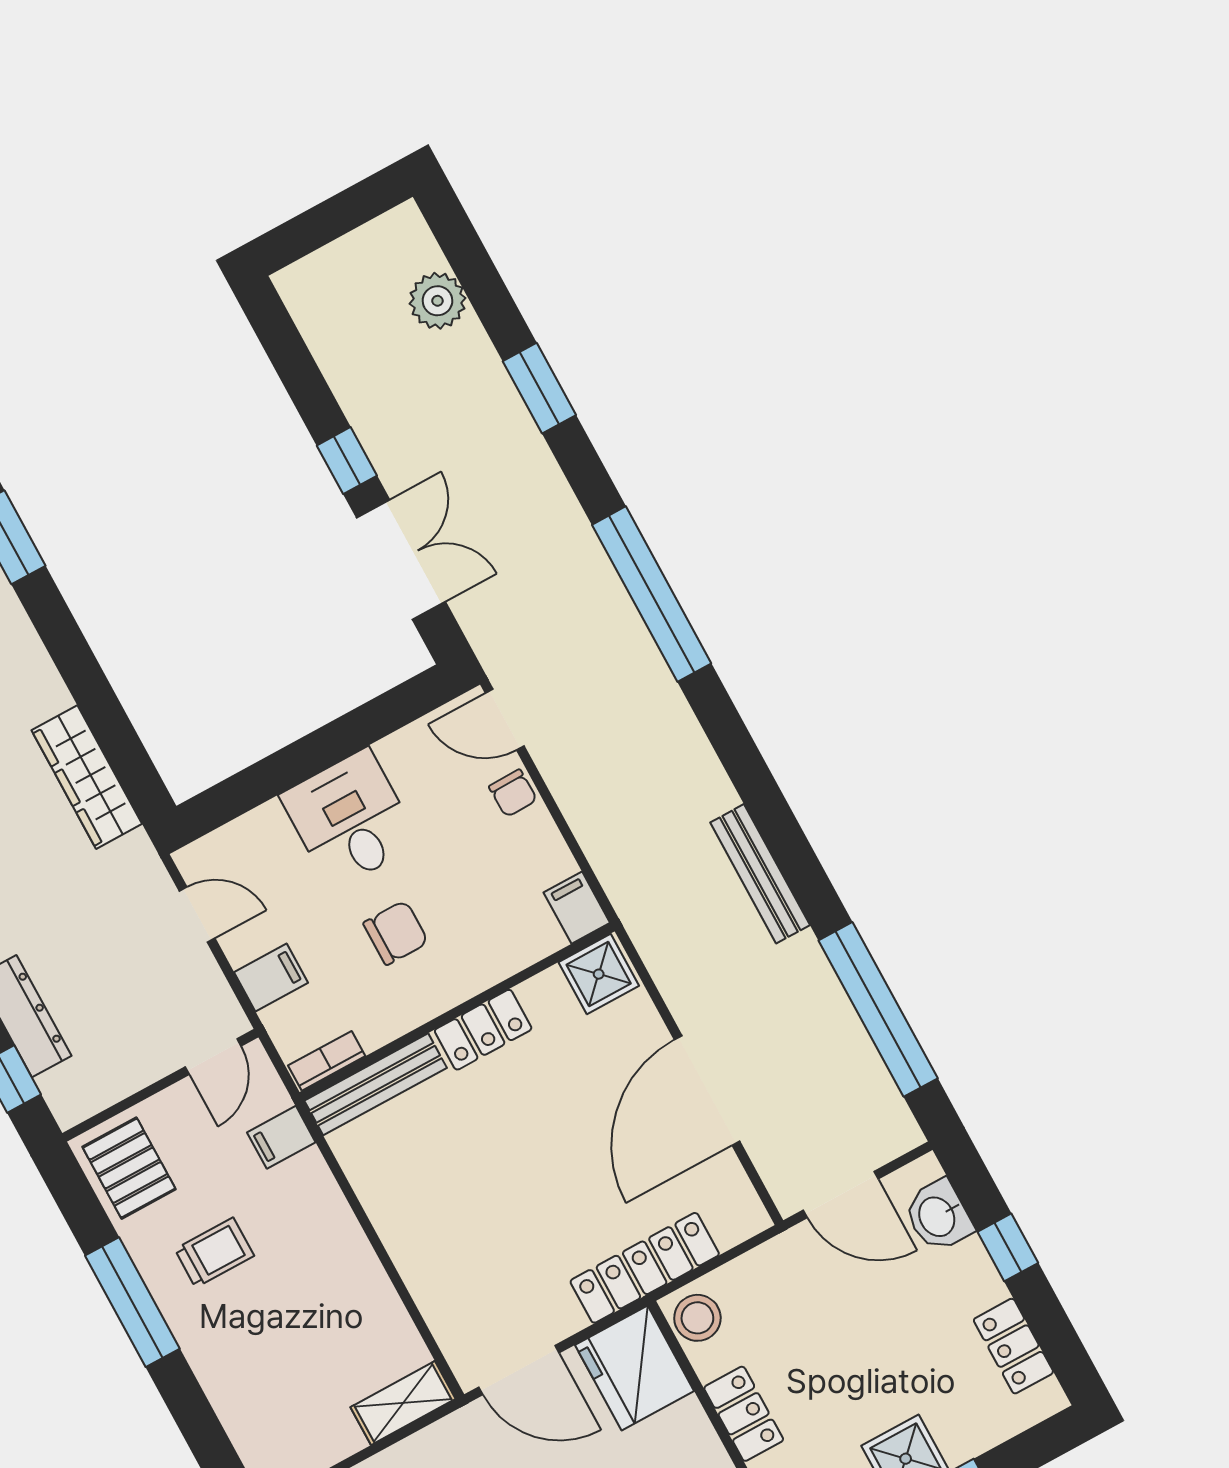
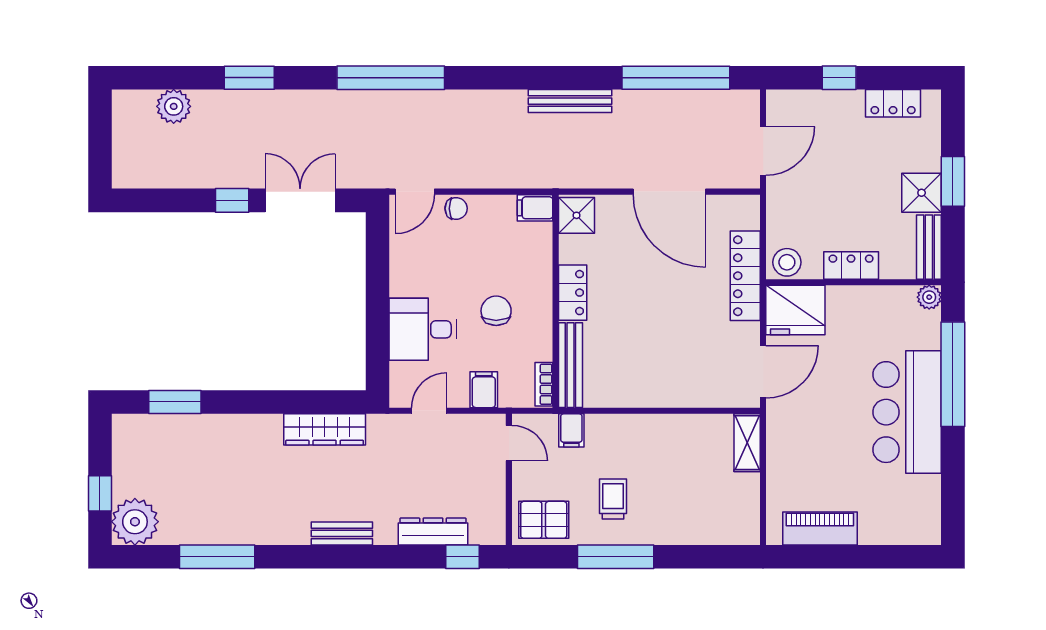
desk: (350, 819) -> (423, 329), moved
washbasin: (938, 1216) -> (803, 106), removed

